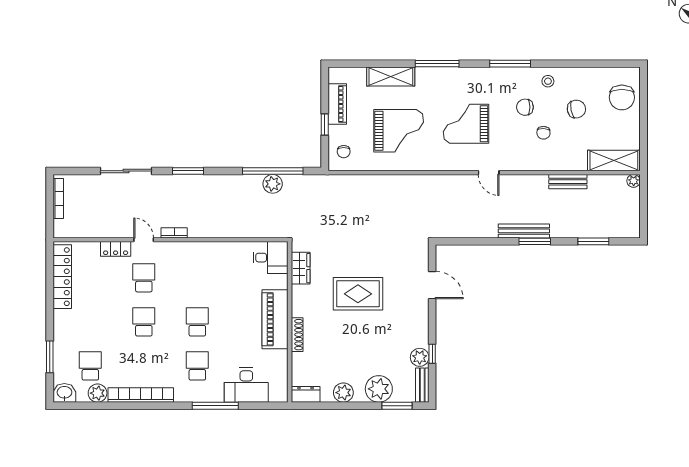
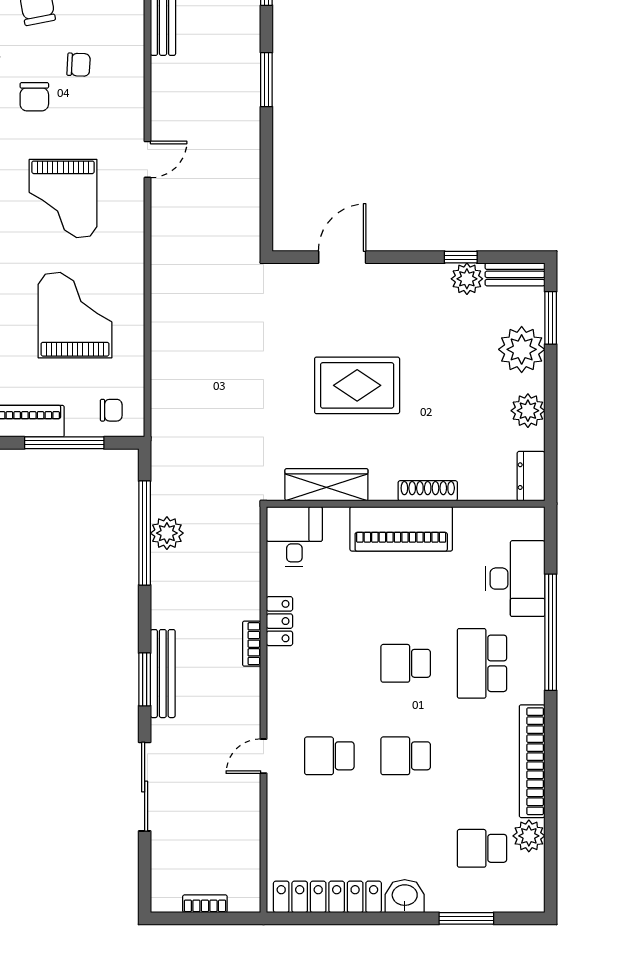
window: (325, 124) -> (64, 443), width x2.17
bookcase: (58, 199) -> (205, 904), width x0.64
bench: (524, 231) -> (163, 674), moved
bookcase: (174, 233) -> (252, 644), moved
locker: (116, 249) -> (280, 621), moved
wardrobe: (301, 268) -> (326, 485), width x1.50
rug: (358, 294) -> (357, 385), turned 90
school desk: (197, 366) -> (482, 663), width x1.85
washbasin: (64, 393) -> (405, 896), moved, turned 90
window: (215, 406) -> (551, 632), width x1.46

